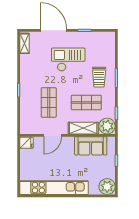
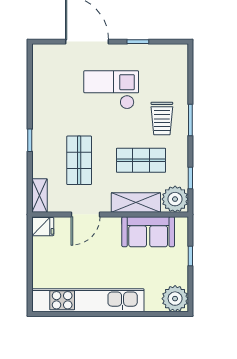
shelving: (25, 43) -> (39, 195), moved

